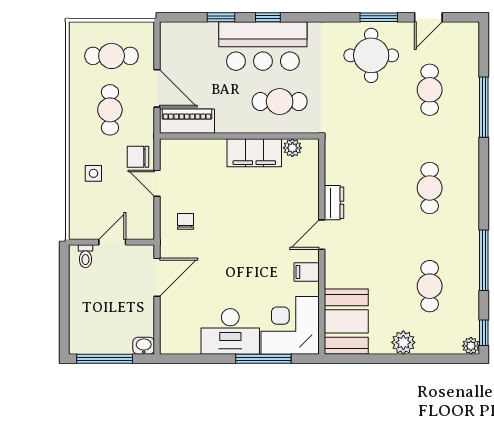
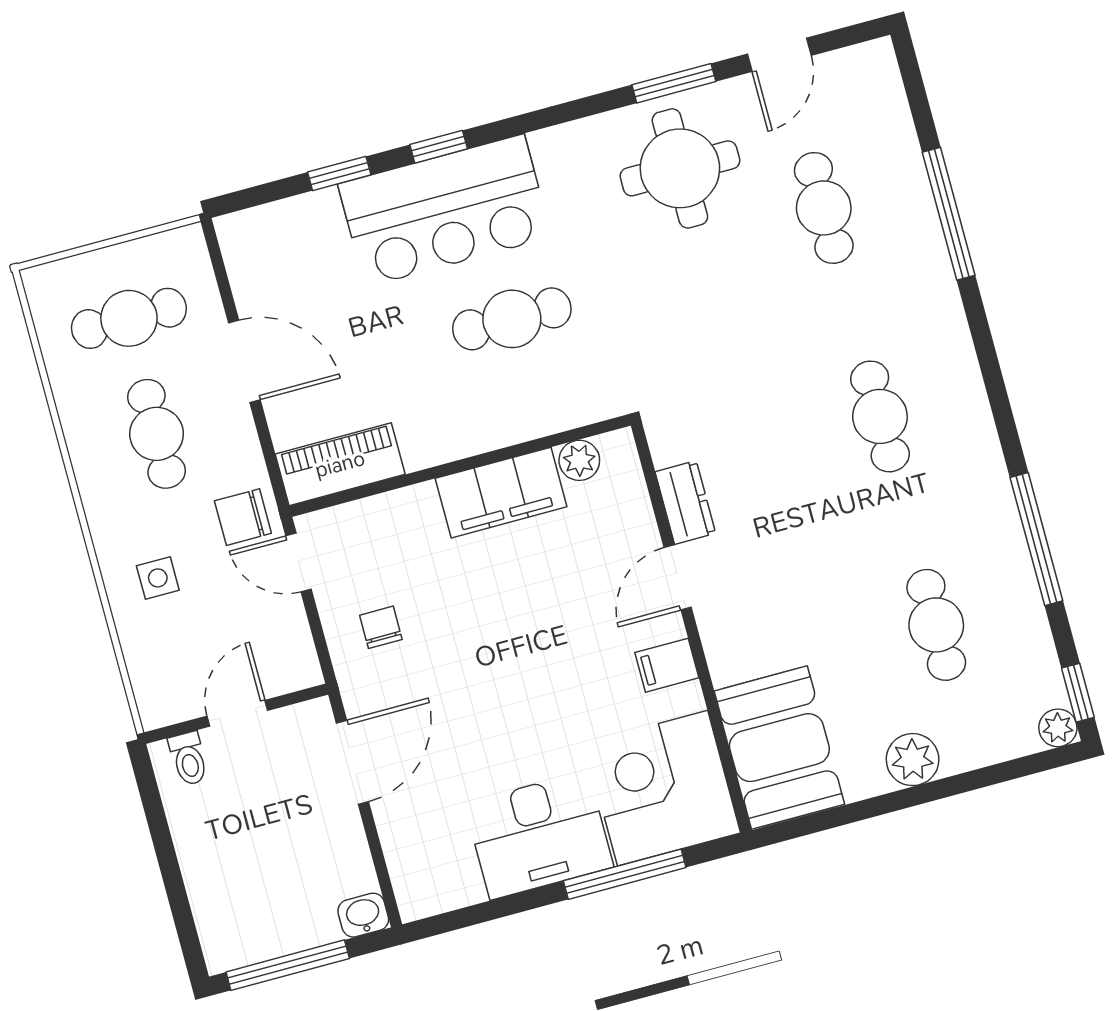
piano: (187, 121) -> (340, 464), moved
wall: (239, 136) -> (460, 466), moved
plant: (292, 148) -> (579, 460), moved
filing cabinet: (254, 153) -> (501, 493), moved

